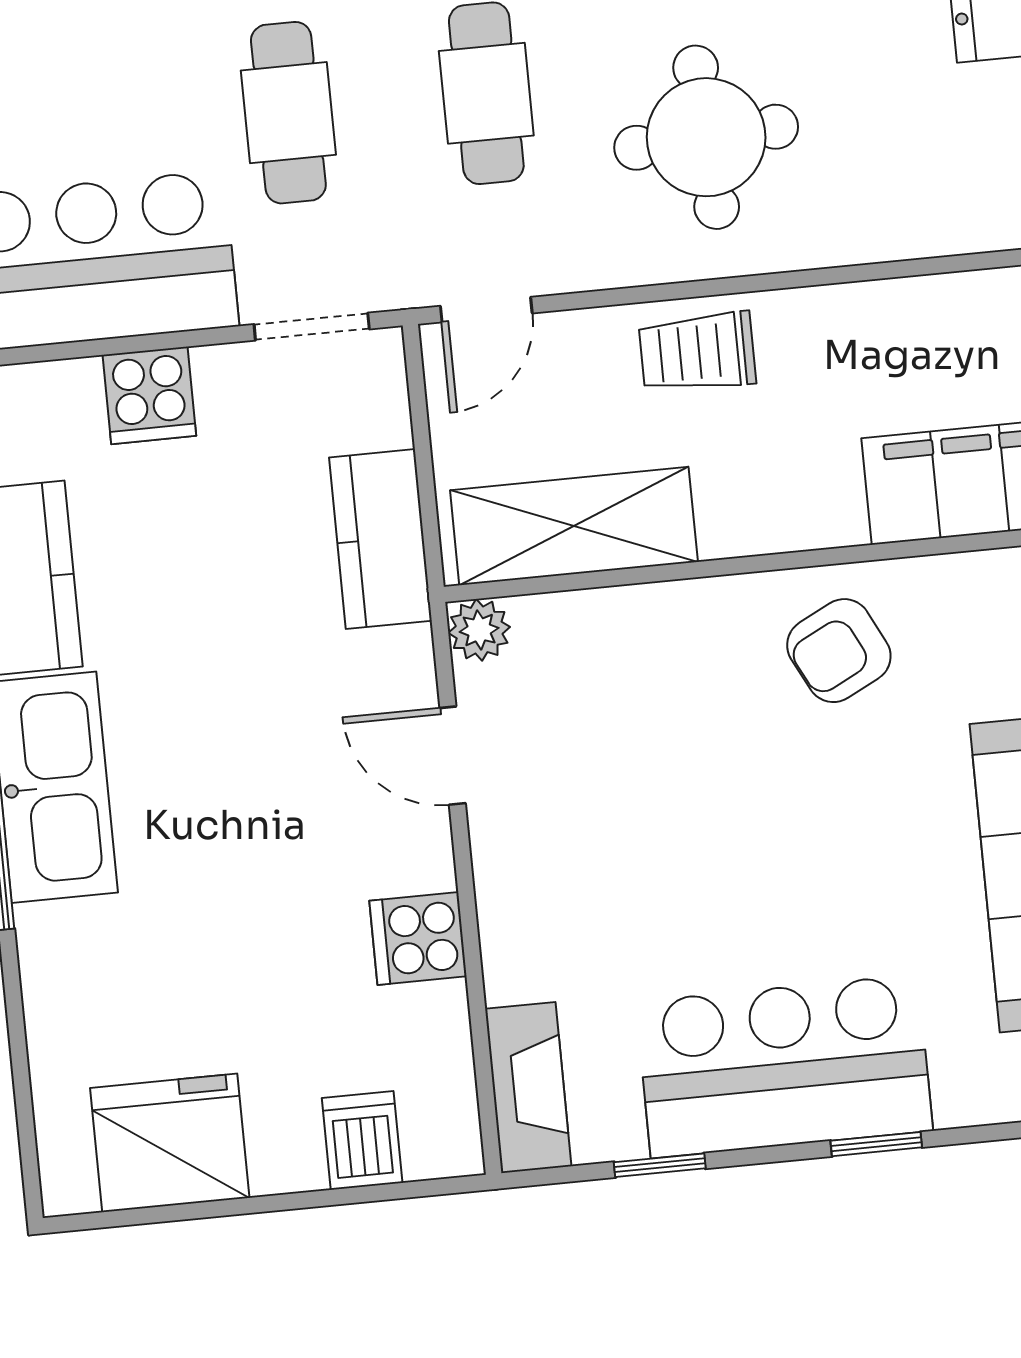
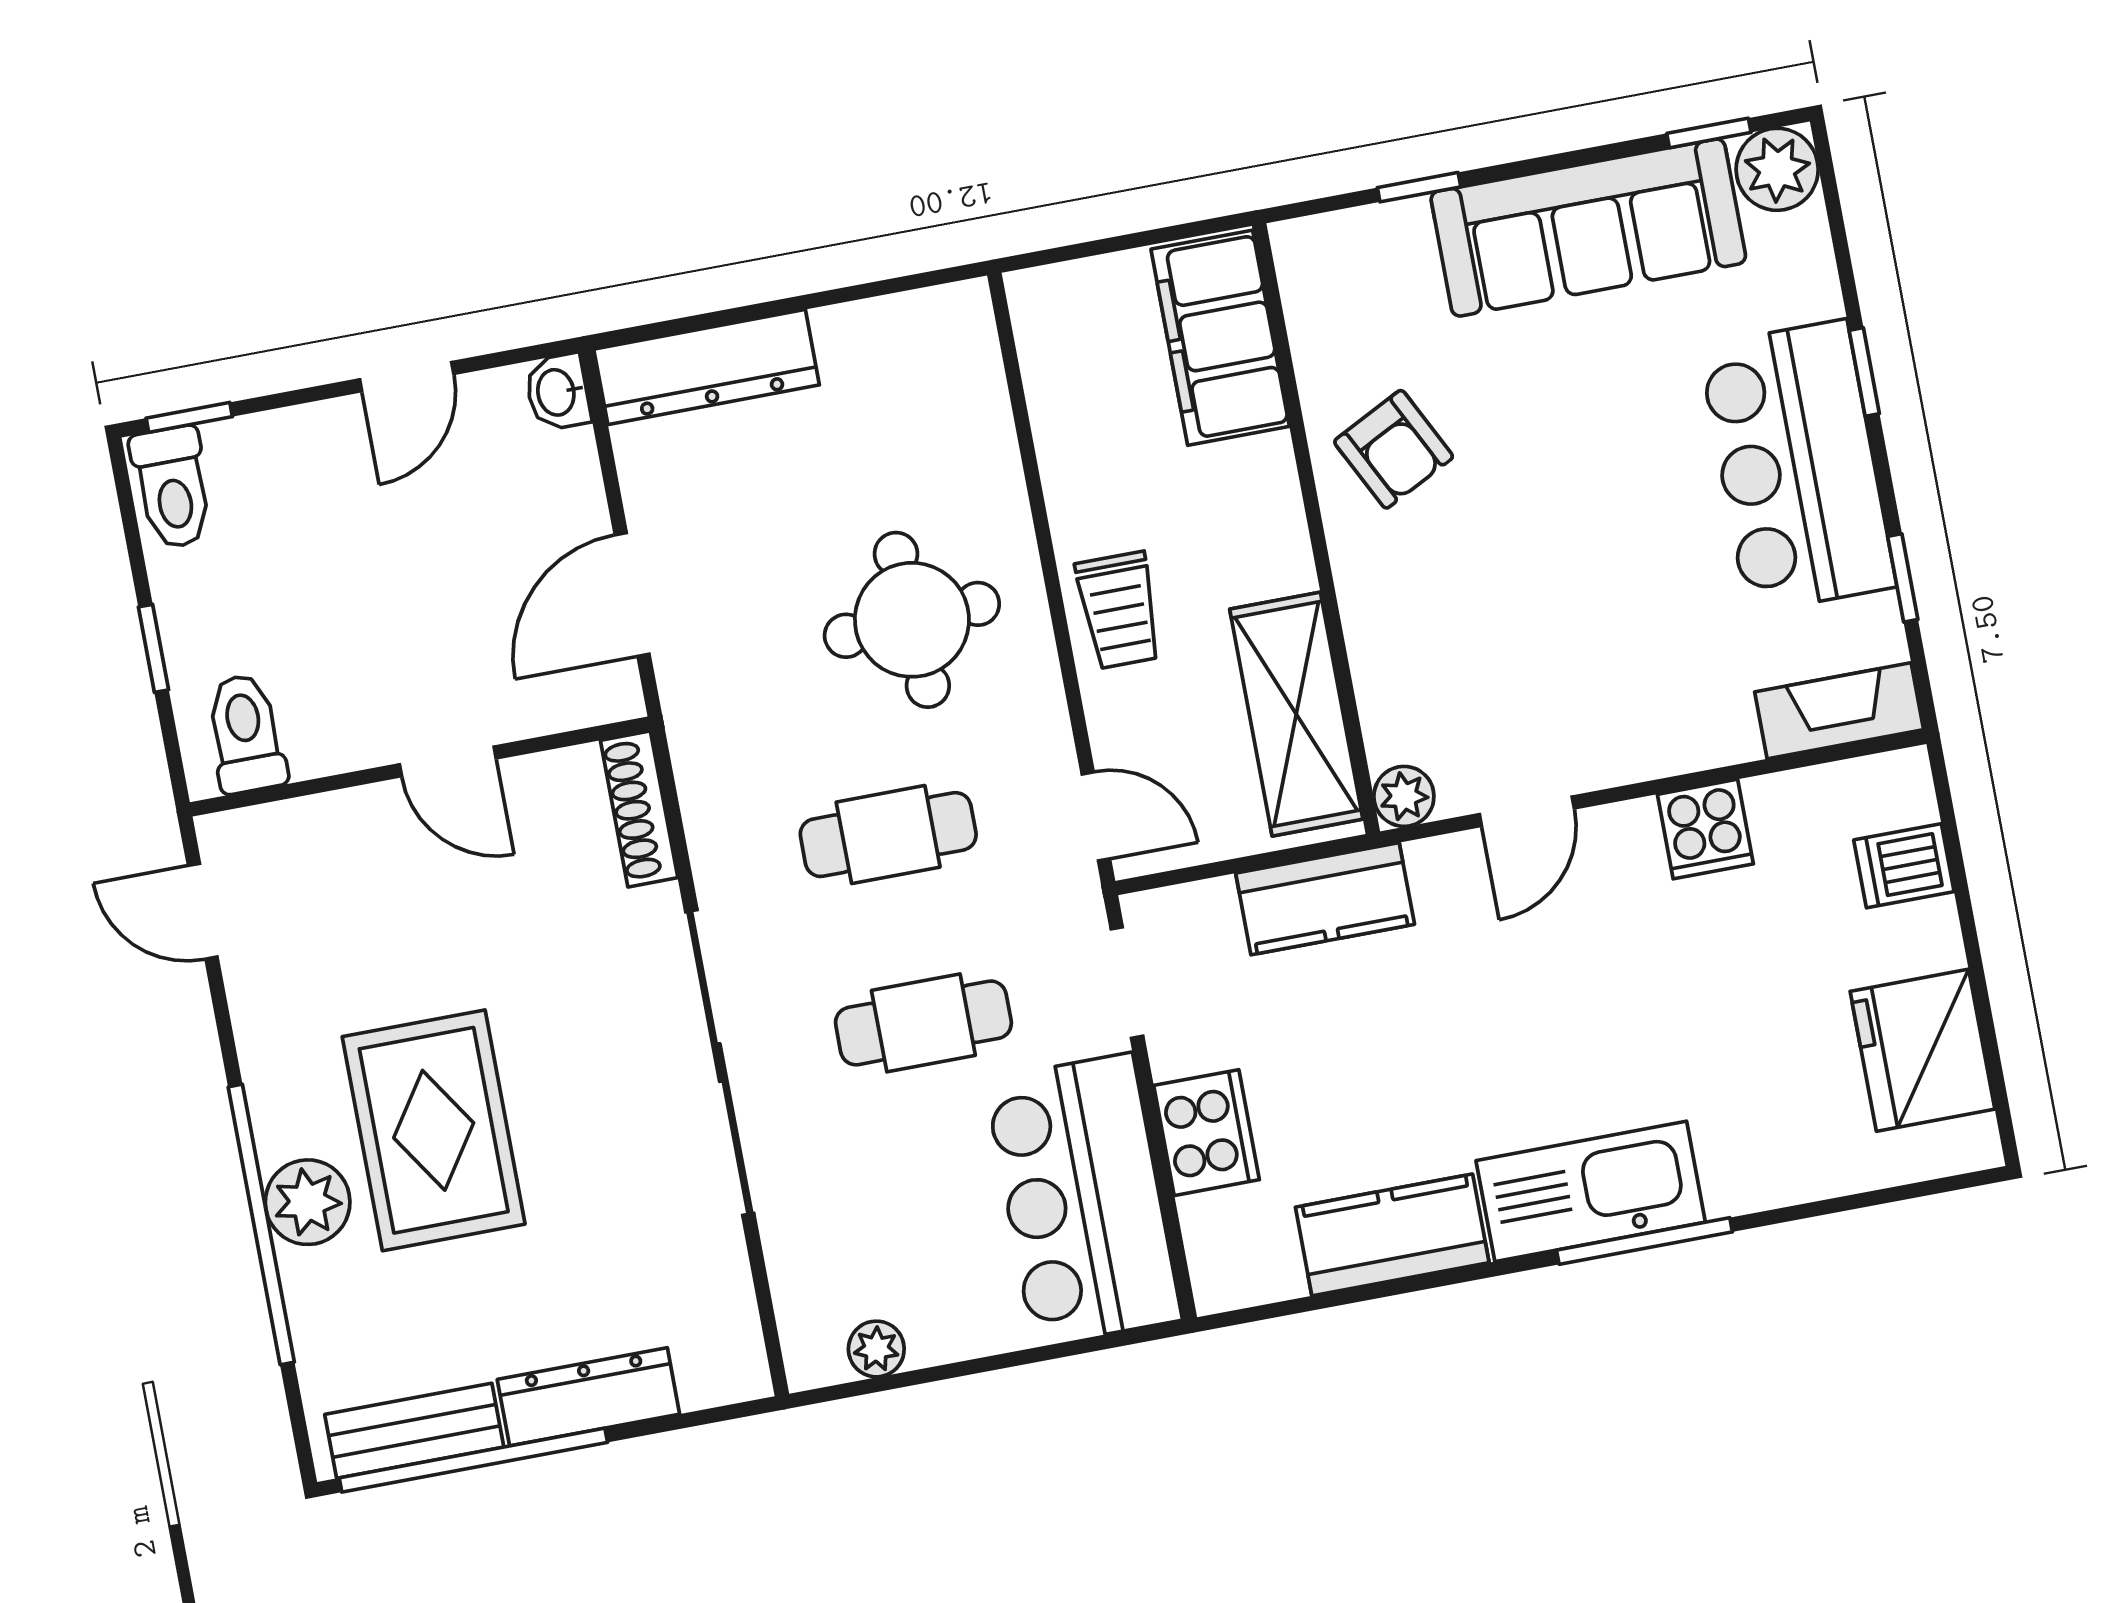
cooker: (149, 395) -> (1206, 1133), width x1.36

